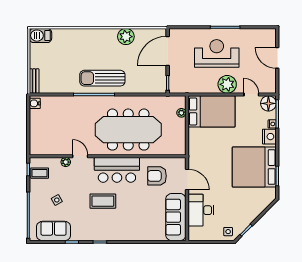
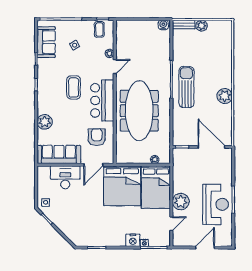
barbecue: (40, 36) -> (226, 30), removed
plant: (126, 37) -> (225, 96), moved
reception desk: (217, 53) -> (216, 204), moved
plant: (36, 62) -> (202, 26), added
floor lamp: (268, 103) -> (163, 239), removed
bed: (254, 167) -> (122, 186), moved, turned 180
plant: (140, 233) -> (45, 122), added

